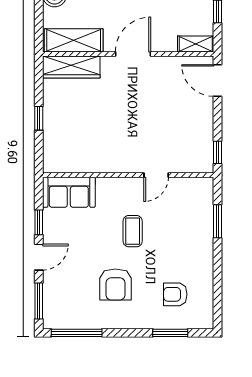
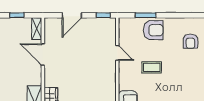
door: (133, 54) -> (43, 55), moved
door: (218, 80) -> (72, 15), moved
armchair: (115, 285) -> (153, 30), moved

